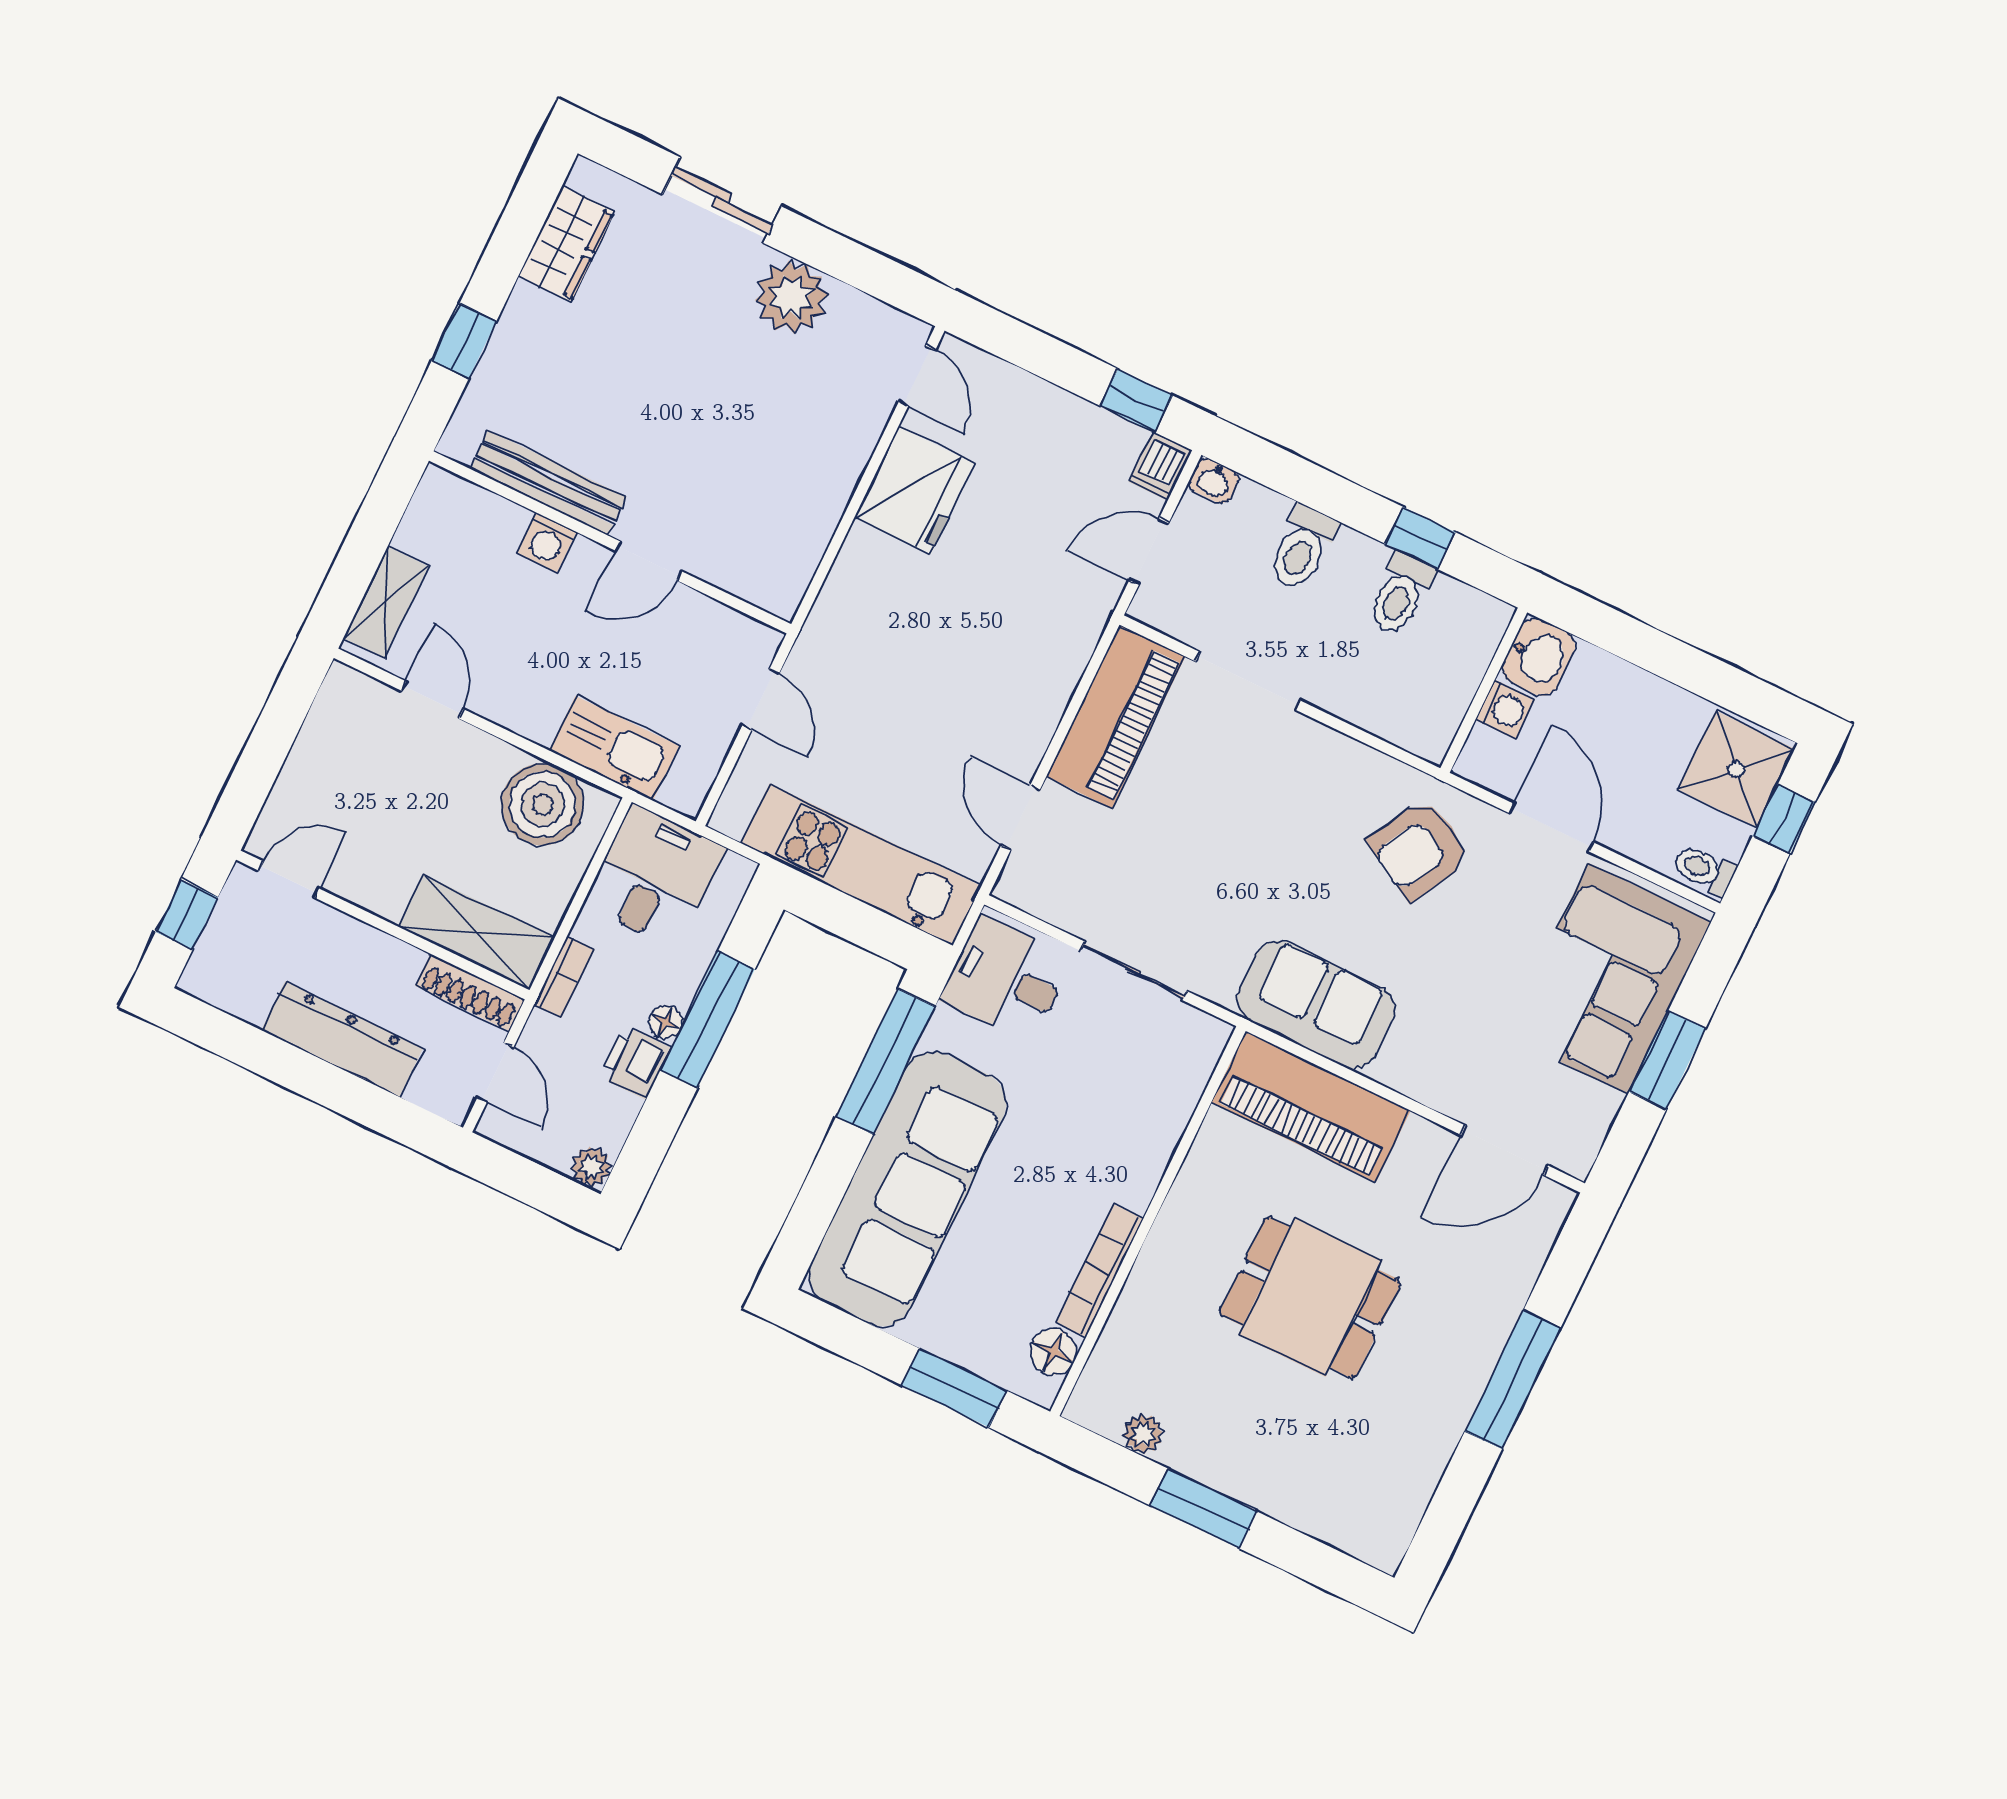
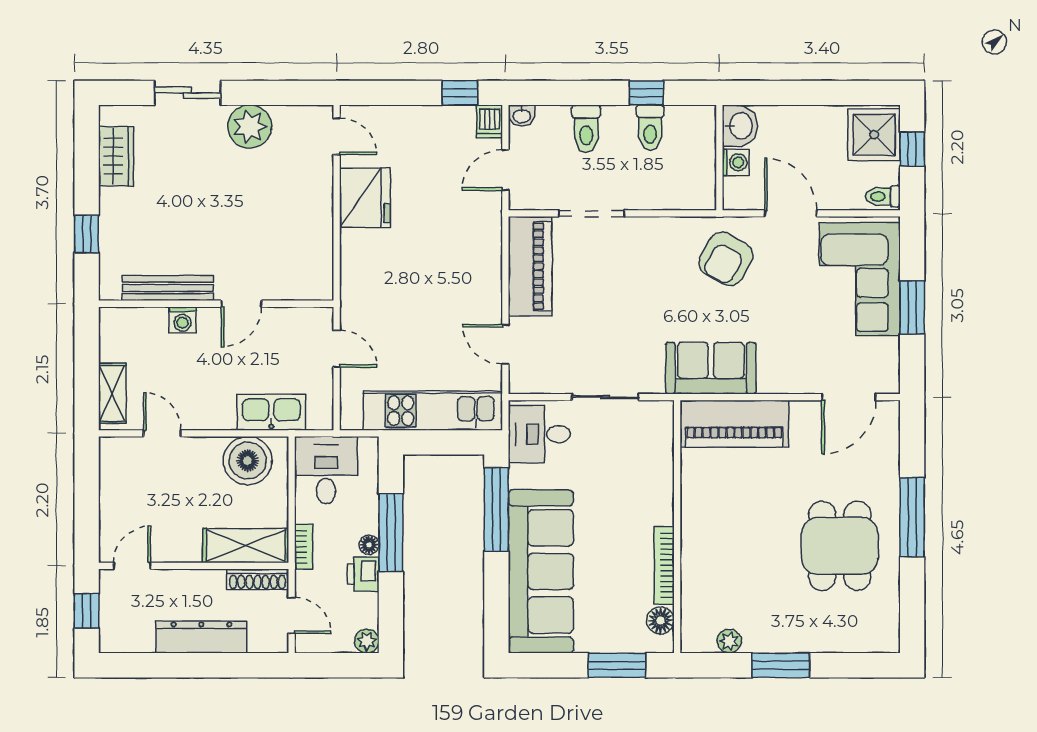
dining table: (1310, 1298) -> (840, 546), moved, turned 90

